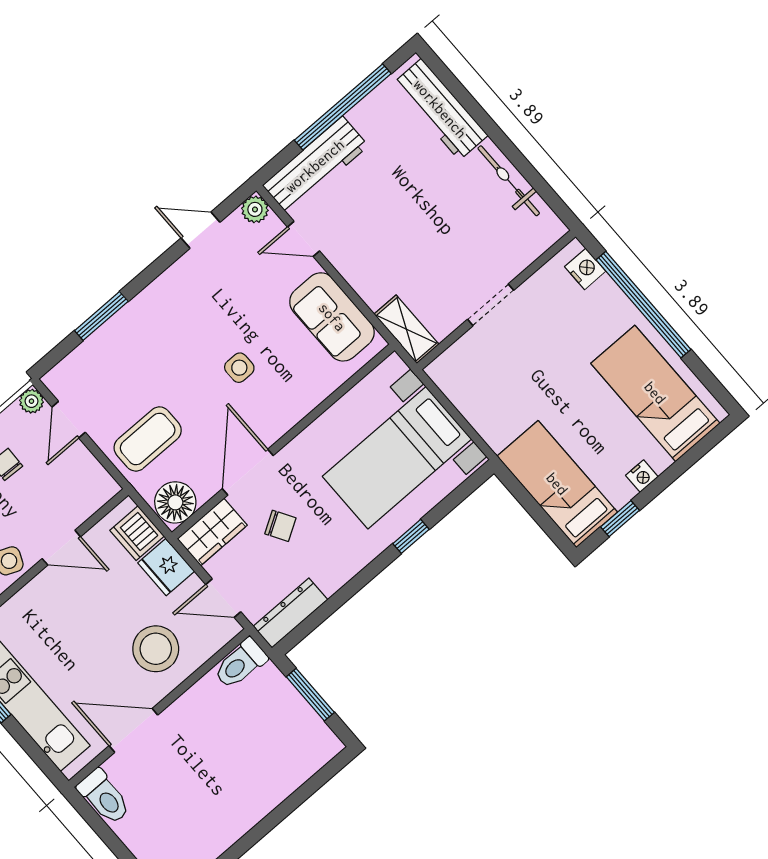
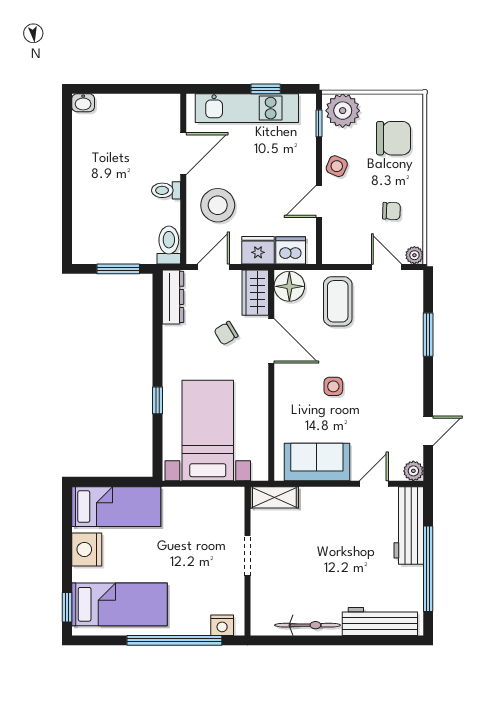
nightstand: (642, 476) -> (87, 549), width x1.89, depth x1.79
window: (620, 519) -> (67, 607), moved
toilet: (104, 797) -> (166, 190), moved, width x0.73, depth x0.72

